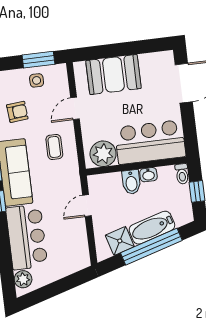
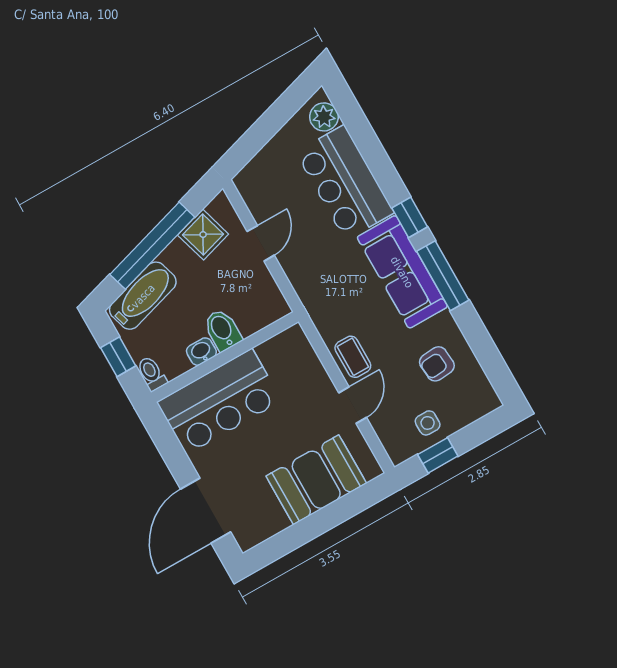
window: (38, 60) -> (438, 455), width x0.67
coffee table: (54, 147) -> (353, 357), moved
plant: (103, 154) -> (282, 355), removed
door: (87, 206) -> (261, 243), moved
bathtub: (152, 228) -> (143, 296), moved

